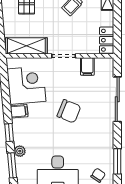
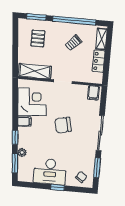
locker: (107, 40) -> (99, 61), moved
filing cabinet: (87, 66) -> (93, 93), moved
sliding door: (117, 99) -> (100, 133), moved
chair: (69, 111) -> (63, 125), turned 145

